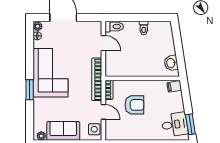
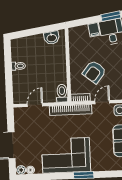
toilet: (114, 27) -> (62, 93), moved
filing cabinet: (174, 86) -> (94, 30), moved
armchair: (134, 105) -> (94, 72), turned -141

